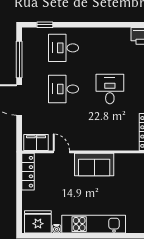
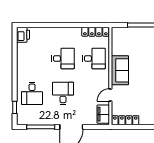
desk: (64, 89) -> (63, 93), turned 180
desk: (110, 89) -> (63, 58), turned 180
desk: (110, 130) -> (94, 58), added

